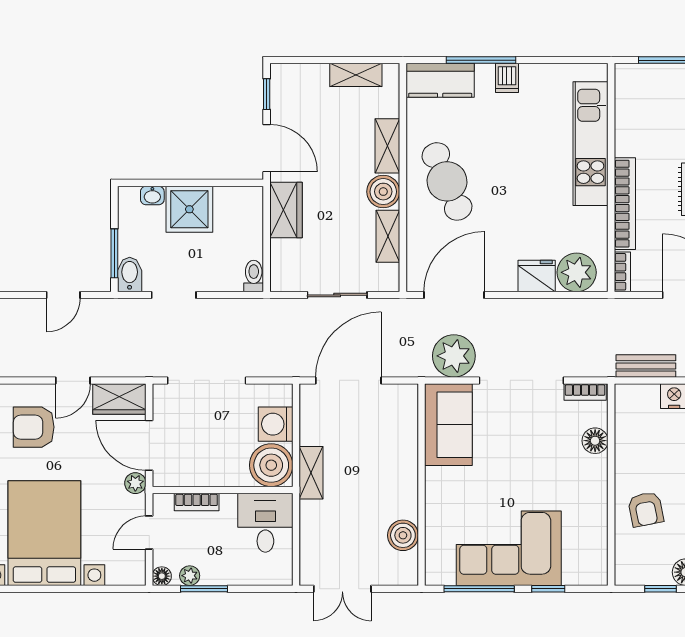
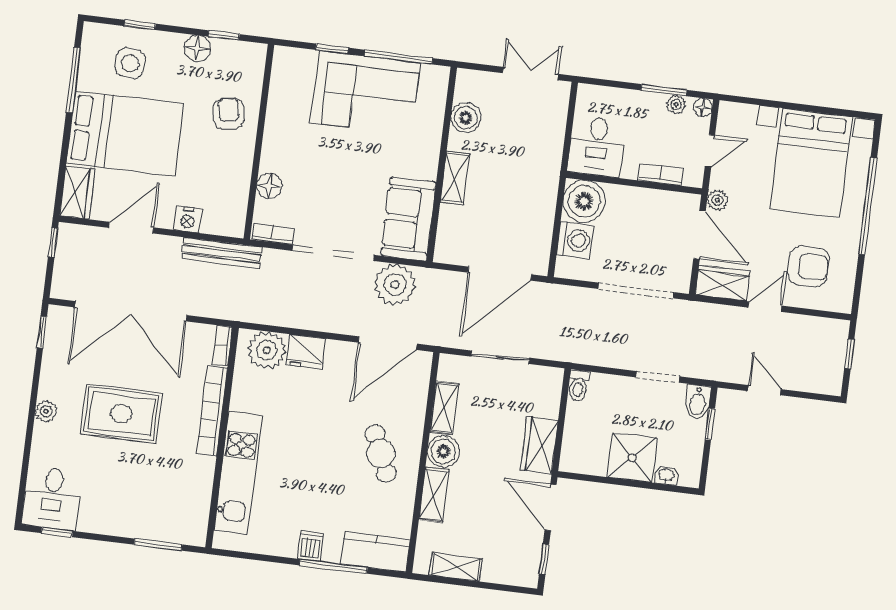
cafe table: (447, 181) -> (381, 454), width x0.73, depth x0.74
window: (114, 253) -> (710, 424), width x0.67
door: (63, 295) -> (764, 390), hinge flipped
bench: (646, 366) -> (222, 253), width x1.36
shelving: (311, 473) -> (455, 178), moved

